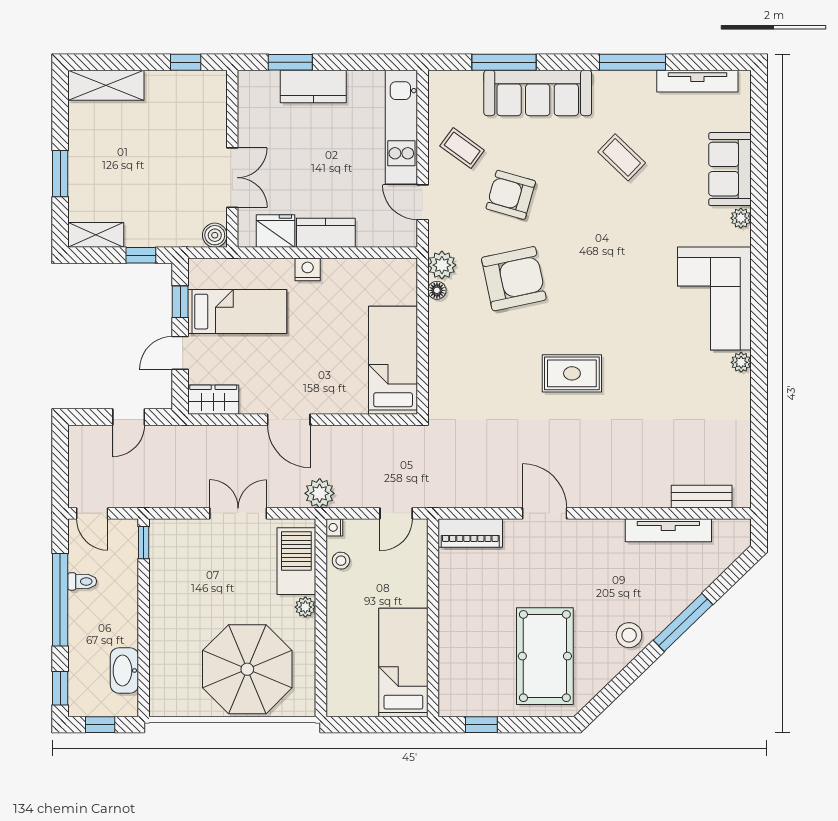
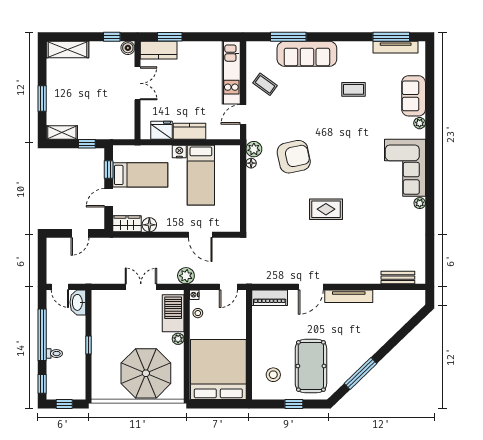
window: (633, 62) -> (391, 37), moved
kitchen counter: (313, 87) -> (159, 50), moved
coffee table: (622, 157) -> (354, 89), turned -44
double door: (232, 178) -> (138, 83), moved
armchair: (511, 195) -> (292, 110), removed
door: (423, 202) -> (243, 114), hinge flipped
boiler: (215, 235) -> (128, 48), moved
bed: (393, 360) -> (201, 175), moved, turned 180
floor lamp: (254, 401) -> (149, 225), added
door: (289, 420) -> (200, 235), moved
door: (545, 513) -> (311, 287), swing flipped
tv unit: (668, 530) -> (349, 296), moved
window: (144, 543) -> (88, 345), moved
toilet: (82, 581) -> (54, 354), moved
window: (683, 622) -> (361, 373), moved
stool: (629, 635) -> (273, 375), moved
bed: (403, 663) -> (218, 370), width x2.04
washbasin: (124, 670) -> (78, 302), moved
window: (481, 725) -> (294, 404), moved

